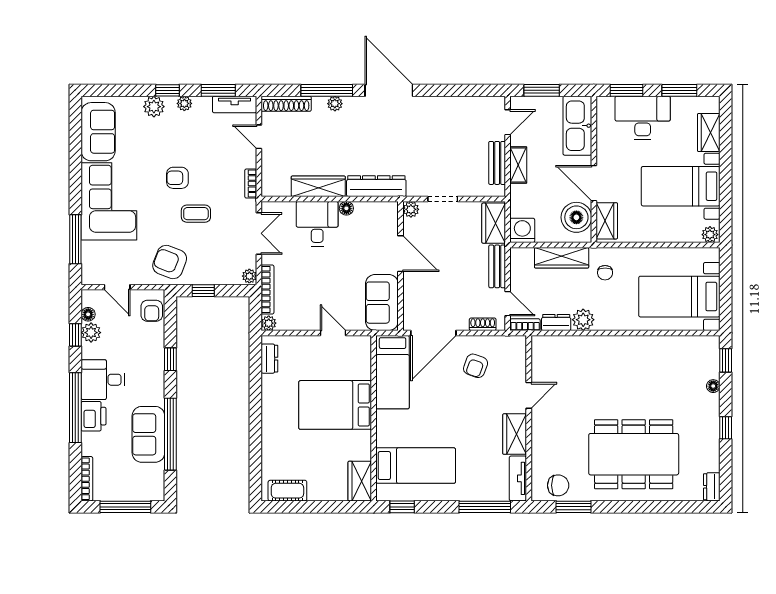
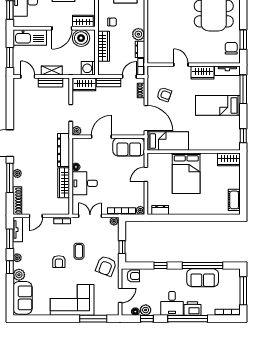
sofa: (98, 132) -> (23, 298), moved, turned 90
bed: (416, 466) -> (218, 105), moved, turned -90

